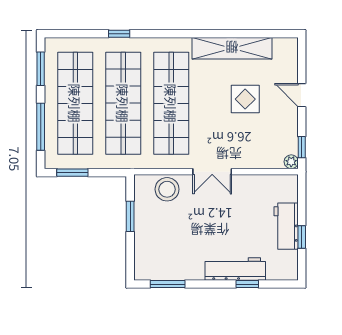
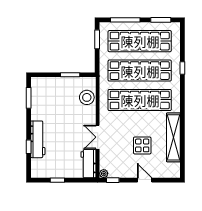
door: (302, 95) -> (145, 180), hinge flipped
double door: (212, 172) -> (98, 137), moved
workbench: (286, 226) -> (89, 164), moved, turned -90

